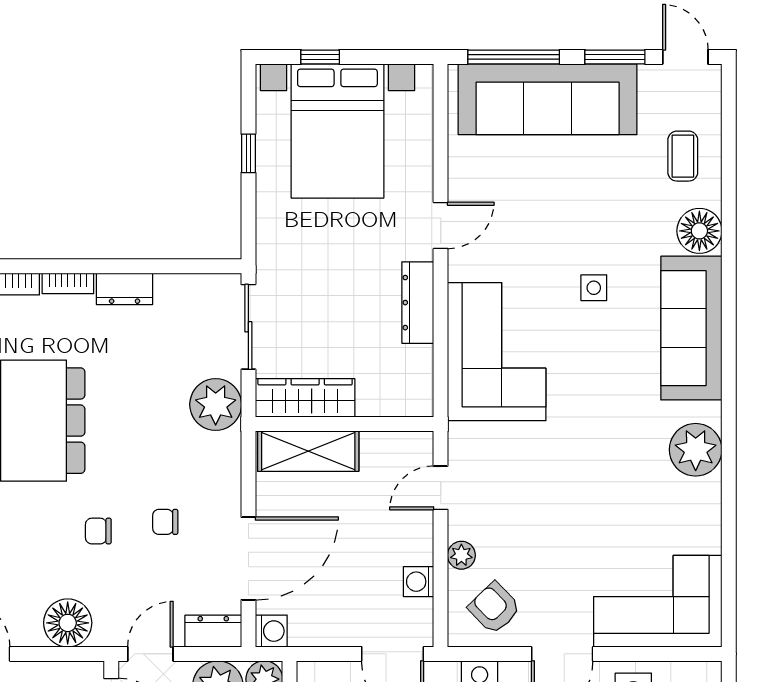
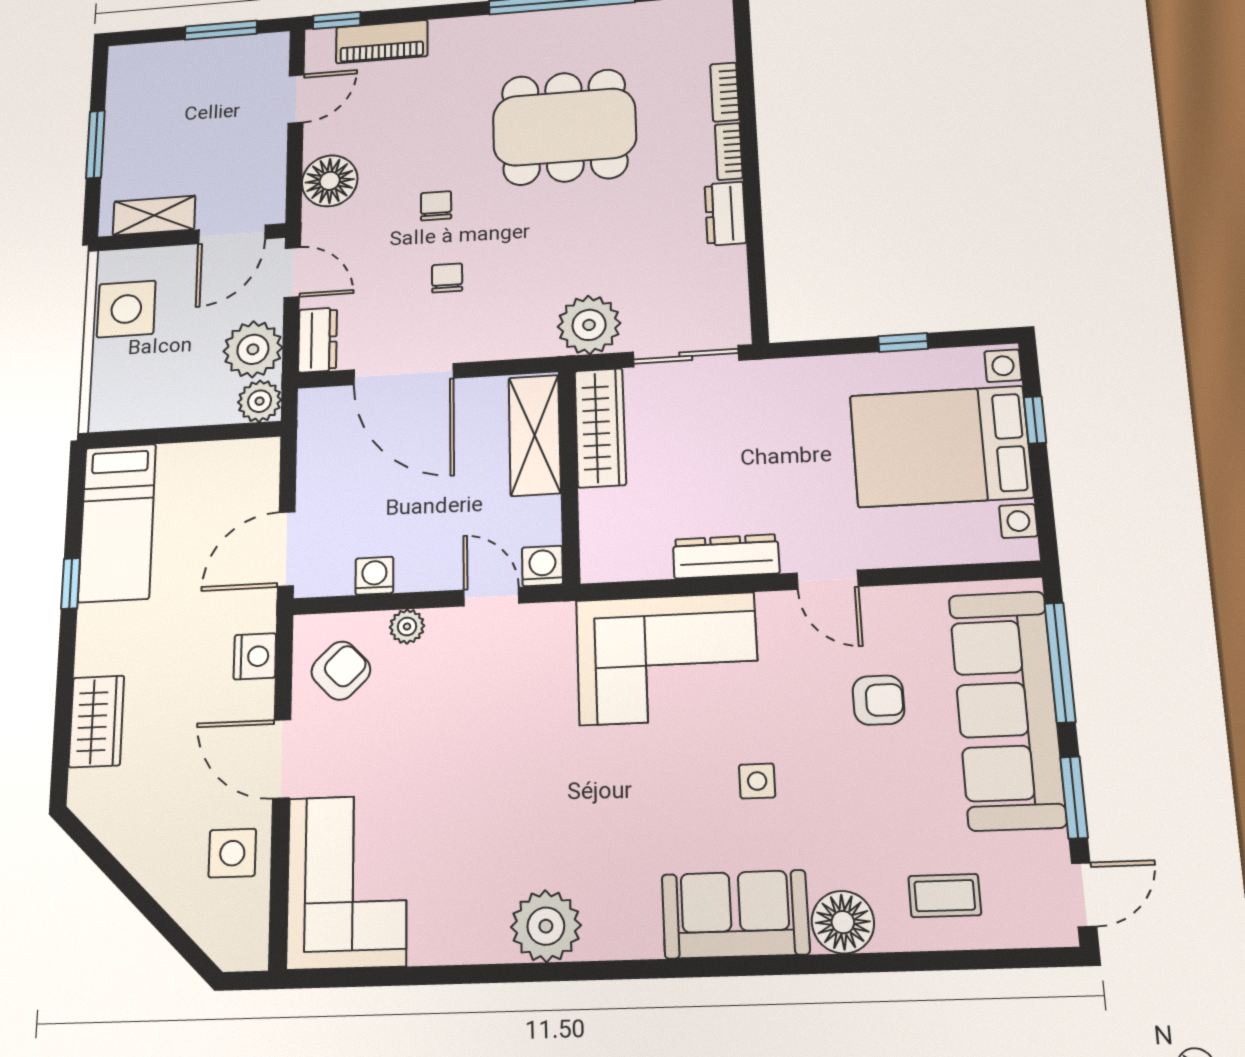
armchair: (536, 193) -> (878, 700), added
sofa: (691, 328) -> (735, 914), width x0.73
washing machine: (271, 631) -> (542, 566), moved, turned 180

